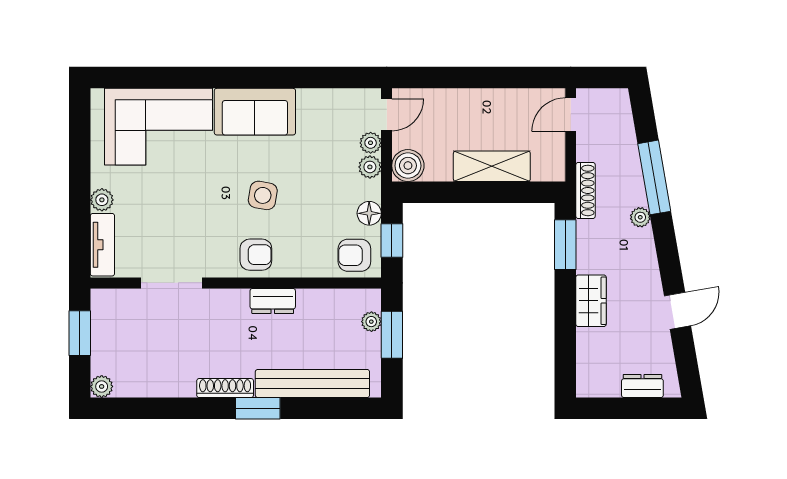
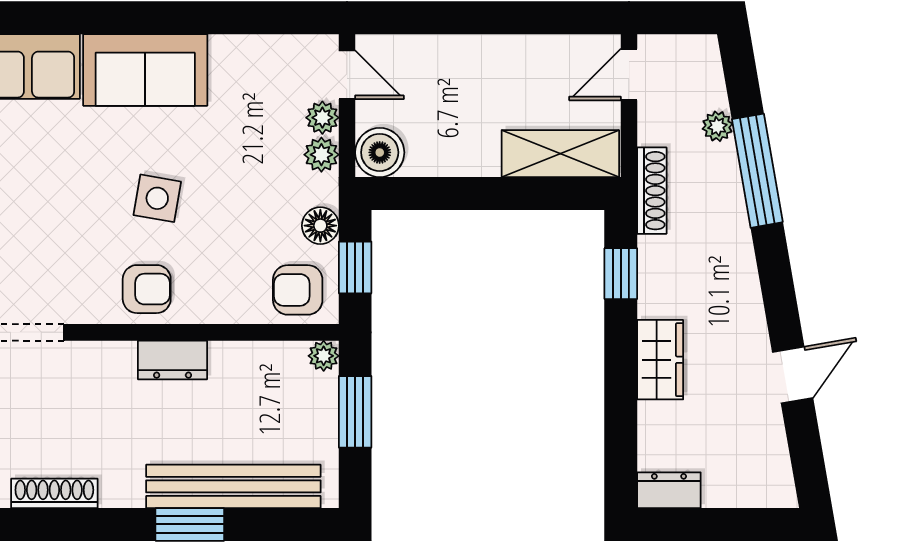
door: (387, 115) -> (347, 75), hinge flipped
shelving: (492, 166) -> (560, 154), moved
plant: (640, 217) -> (717, 126), moved
window: (565, 245) -> (621, 274), width x0.67
plant: (371, 322) -> (324, 356), moved
dresser: (642, 386) -> (669, 490), moved
shoe rack: (225, 388) -> (54, 493), moved
window: (258, 408) -> (190, 524), moved

